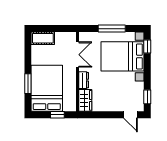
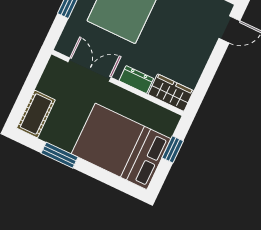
window: (28, 84) -> (59, 155), moved

